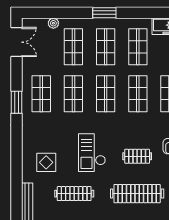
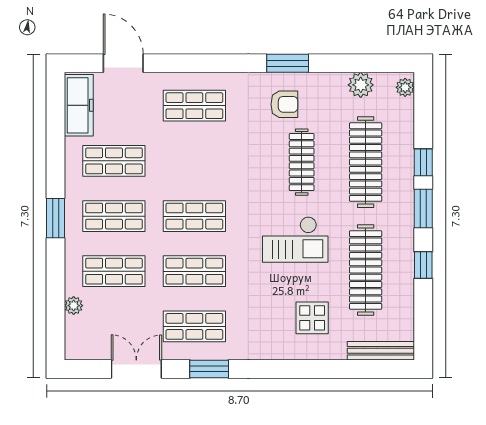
double door: (16, 42) -> (136, 369), moved
shop shelf: (138, 94) -> (194, 161), removed
clothes rail: (137, 156) -> (302, 162), width x1.36
clothes rail: (74, 194) -> (366, 270), width x1.37, depth x1.31

